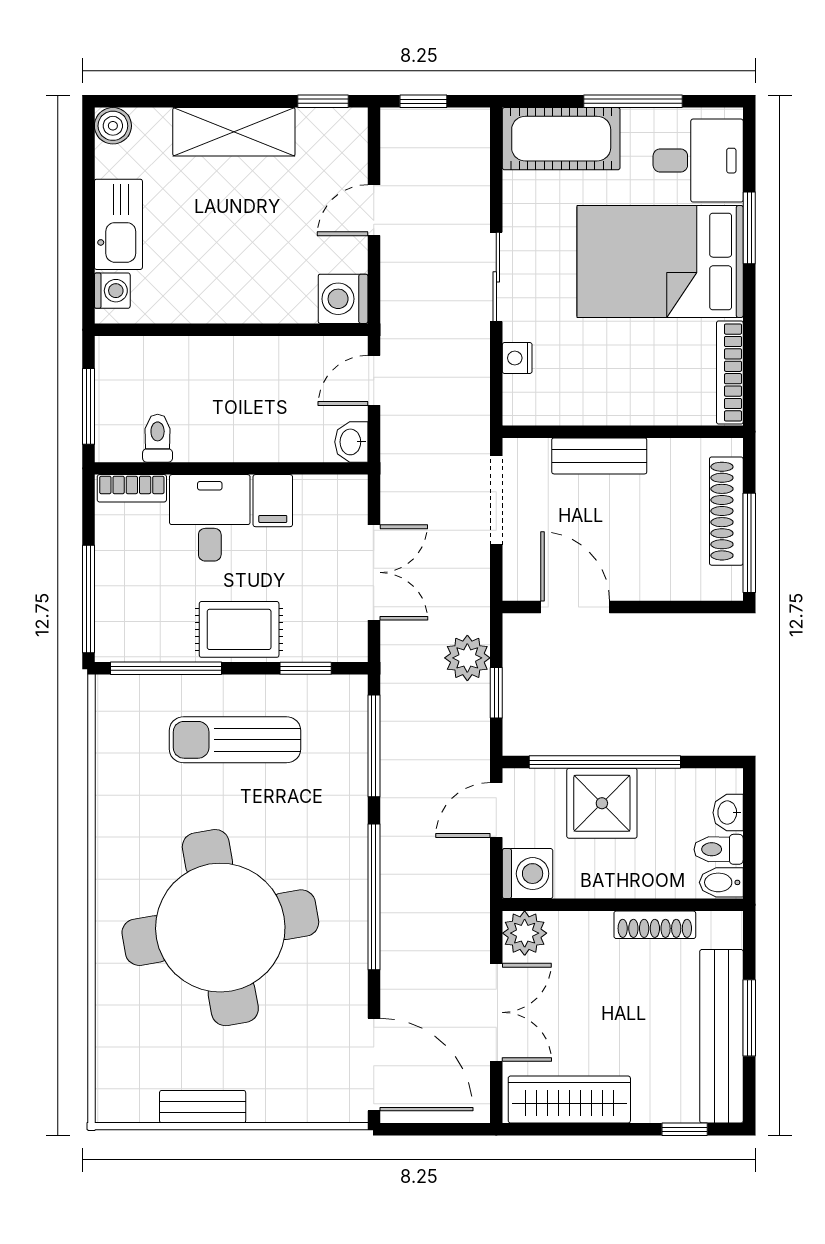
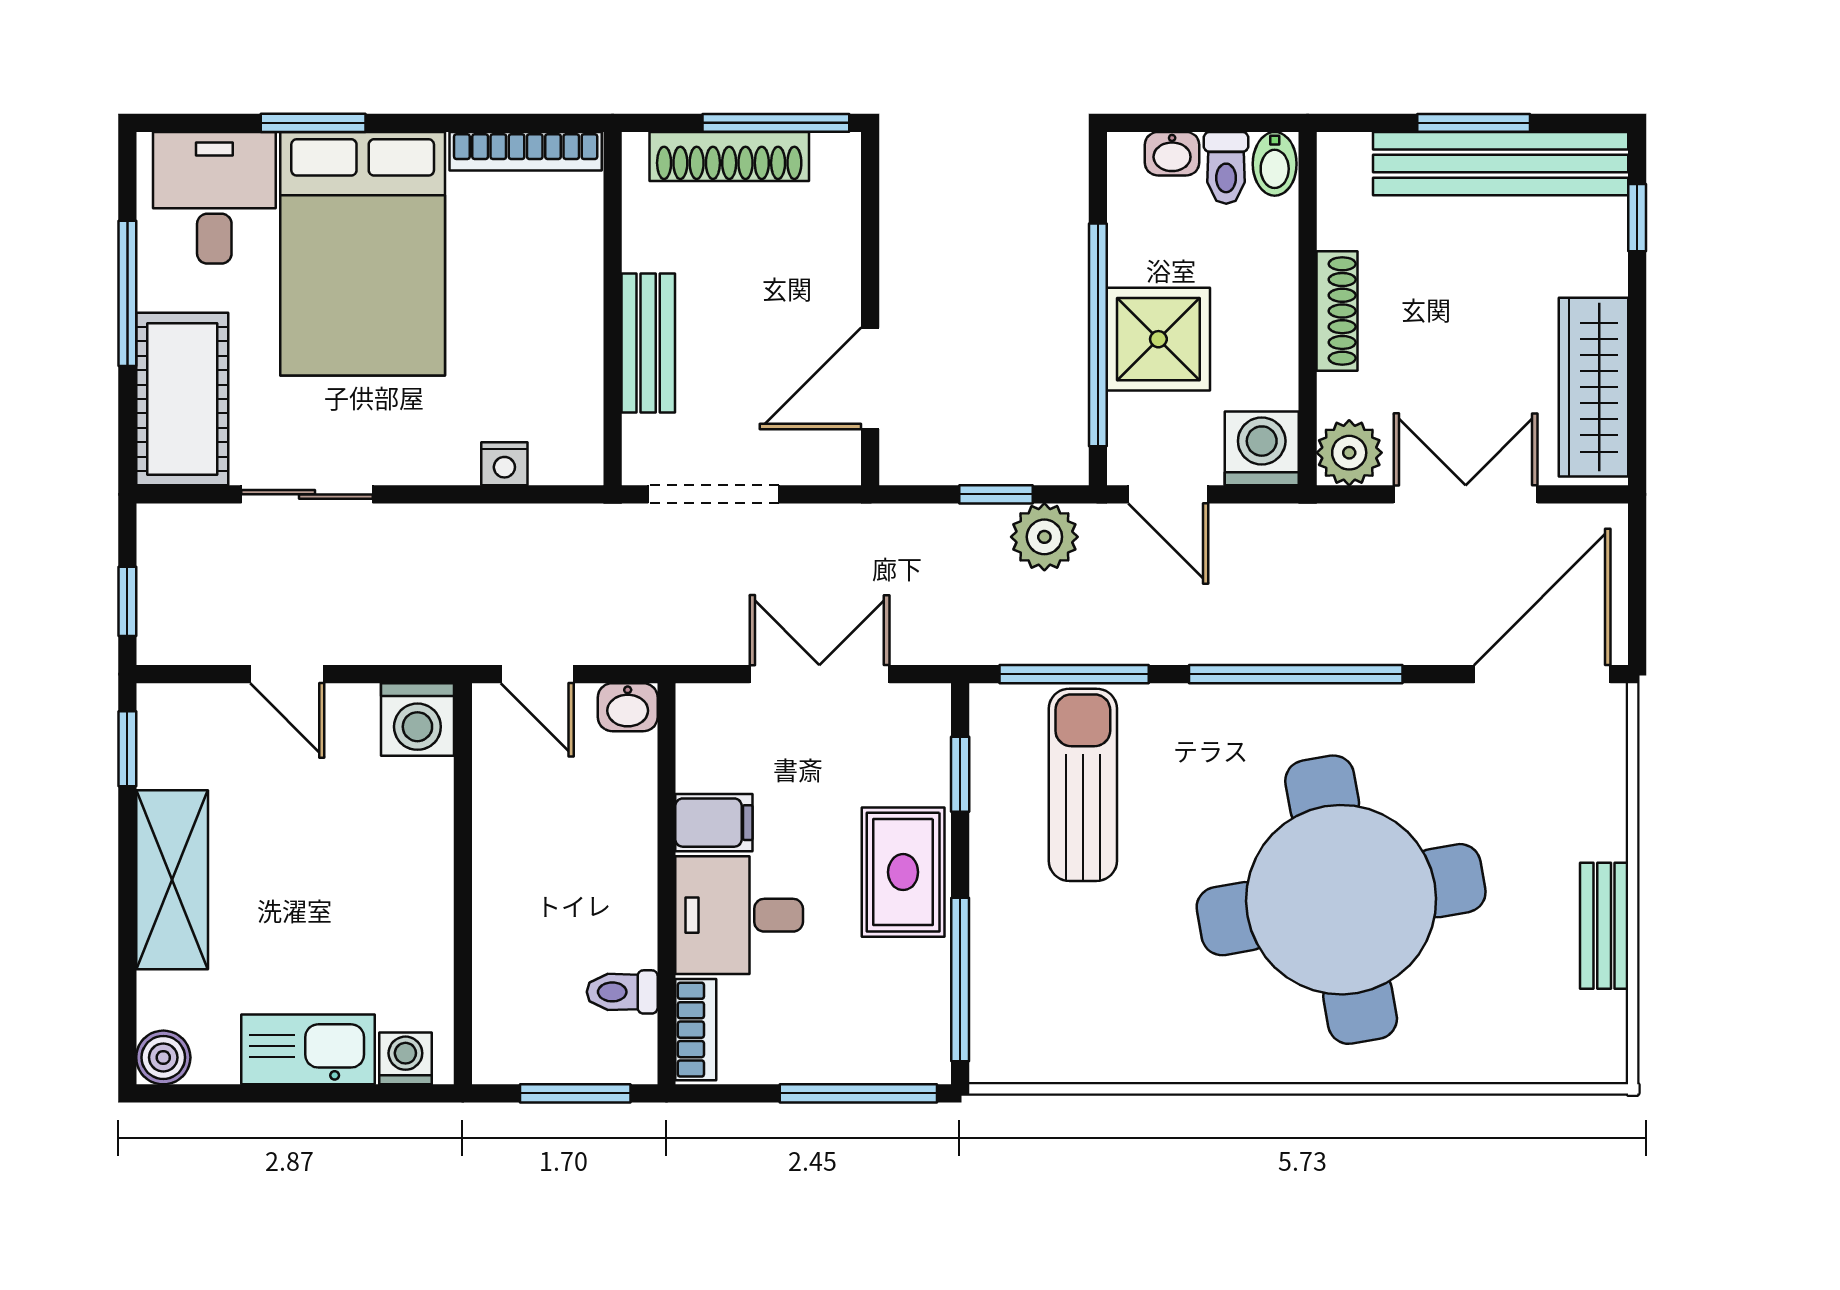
sliding door: (496, 277) -> (307, 494), moved
plant: (467, 658) -> (1044, 537), moved
sun lounger: (235, 740) -> (1083, 785), moved, turned 180
shoe rack: (655, 925) -> (1337, 311), moved

